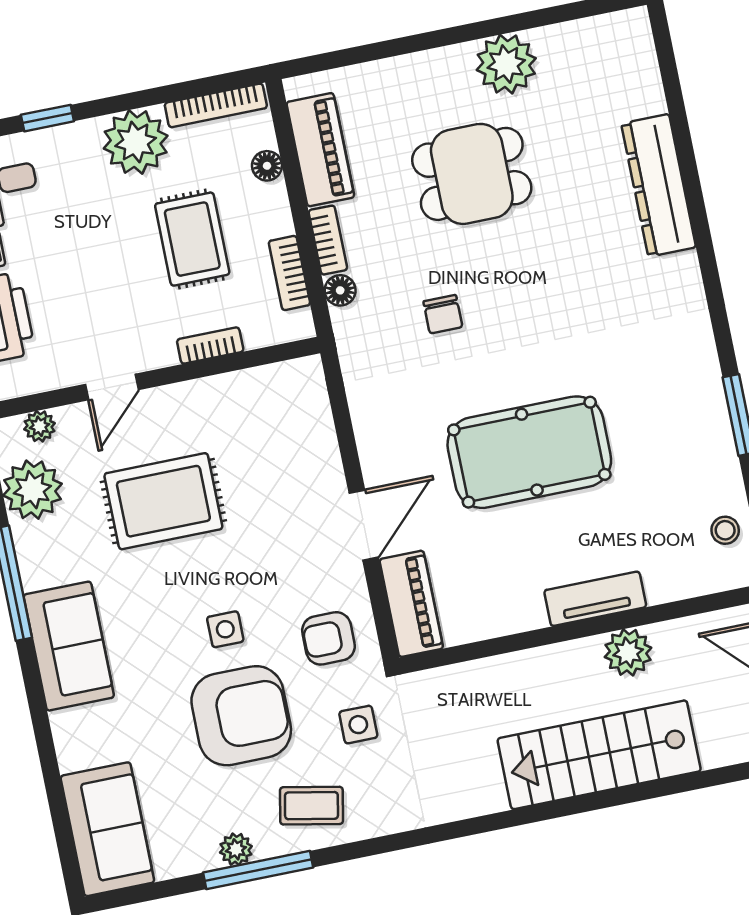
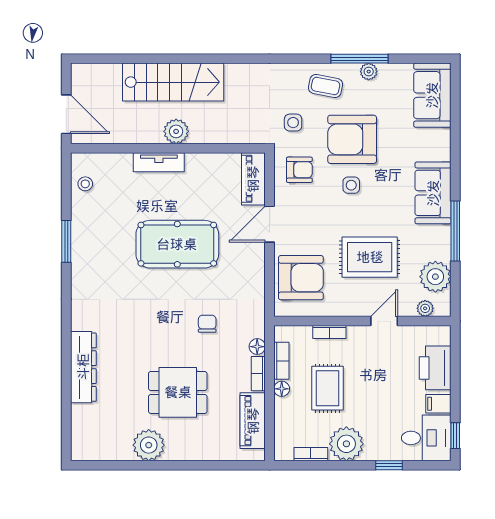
bookcase: (216, 105) -> (311, 454), width x0.64
floor lamp: (267, 166) -> (282, 389), moved
armchair: (284, 436) -> (301, 278), added
plant: (628, 652) -> (176, 131), moved

